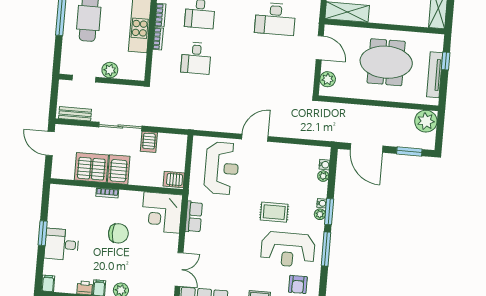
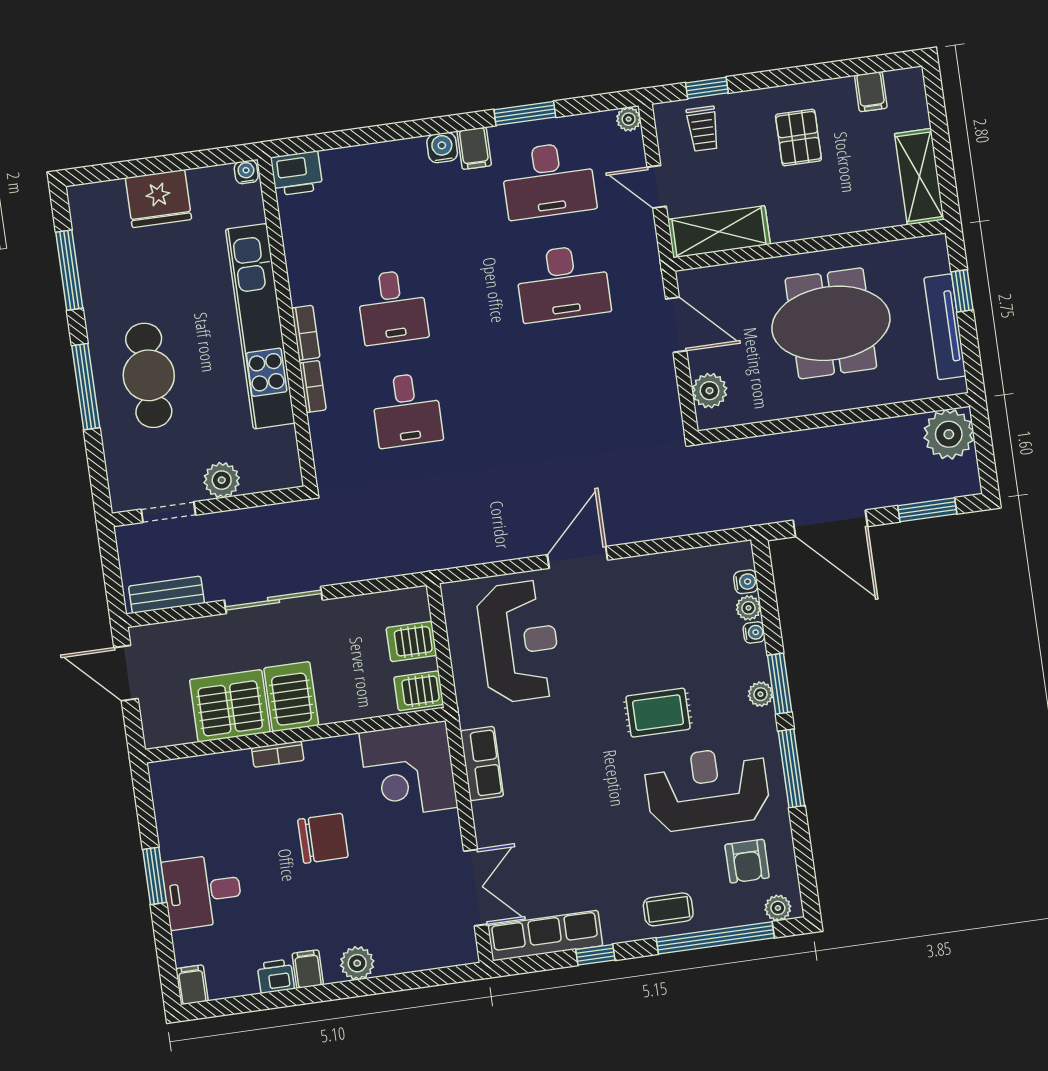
server rack: (149, 142) -> (411, 642), moved, turned 90
water cooler: (322, 203) -> (754, 632), moved
reception desk: (288, 249) -> (707, 789), turned 180

